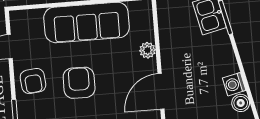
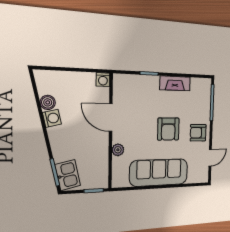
armchair: (33, 81) -> (198, 133), turned -84
door: (161, 91) -> (111, 118), swing flipped

